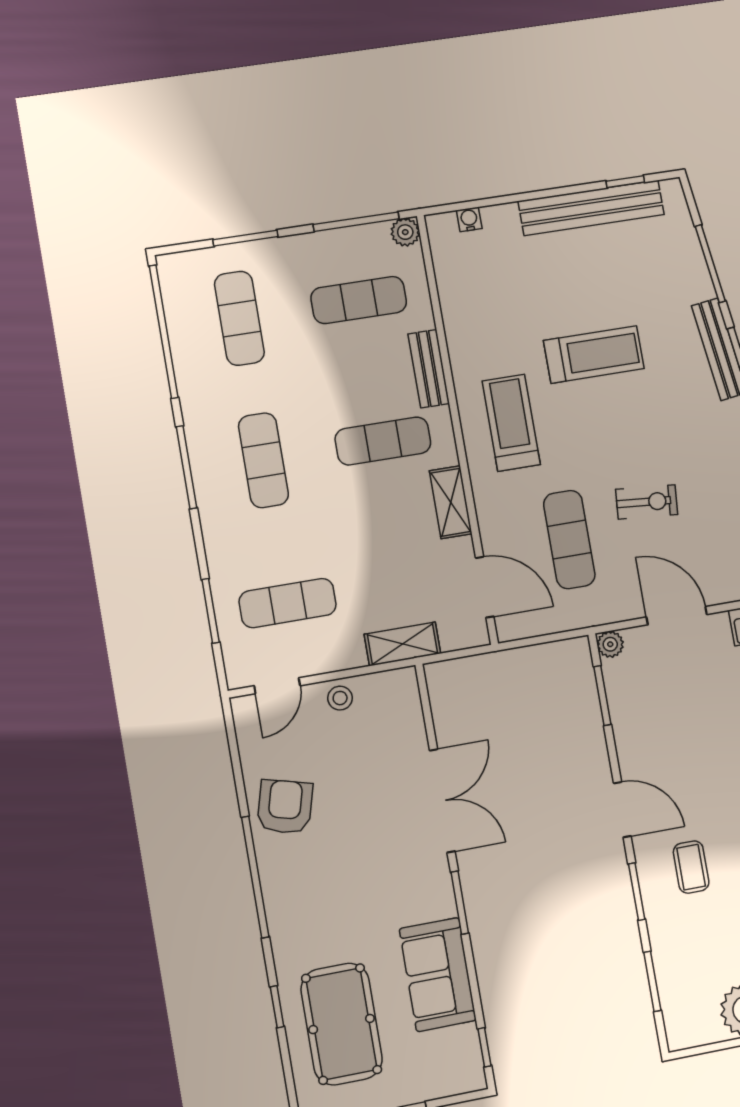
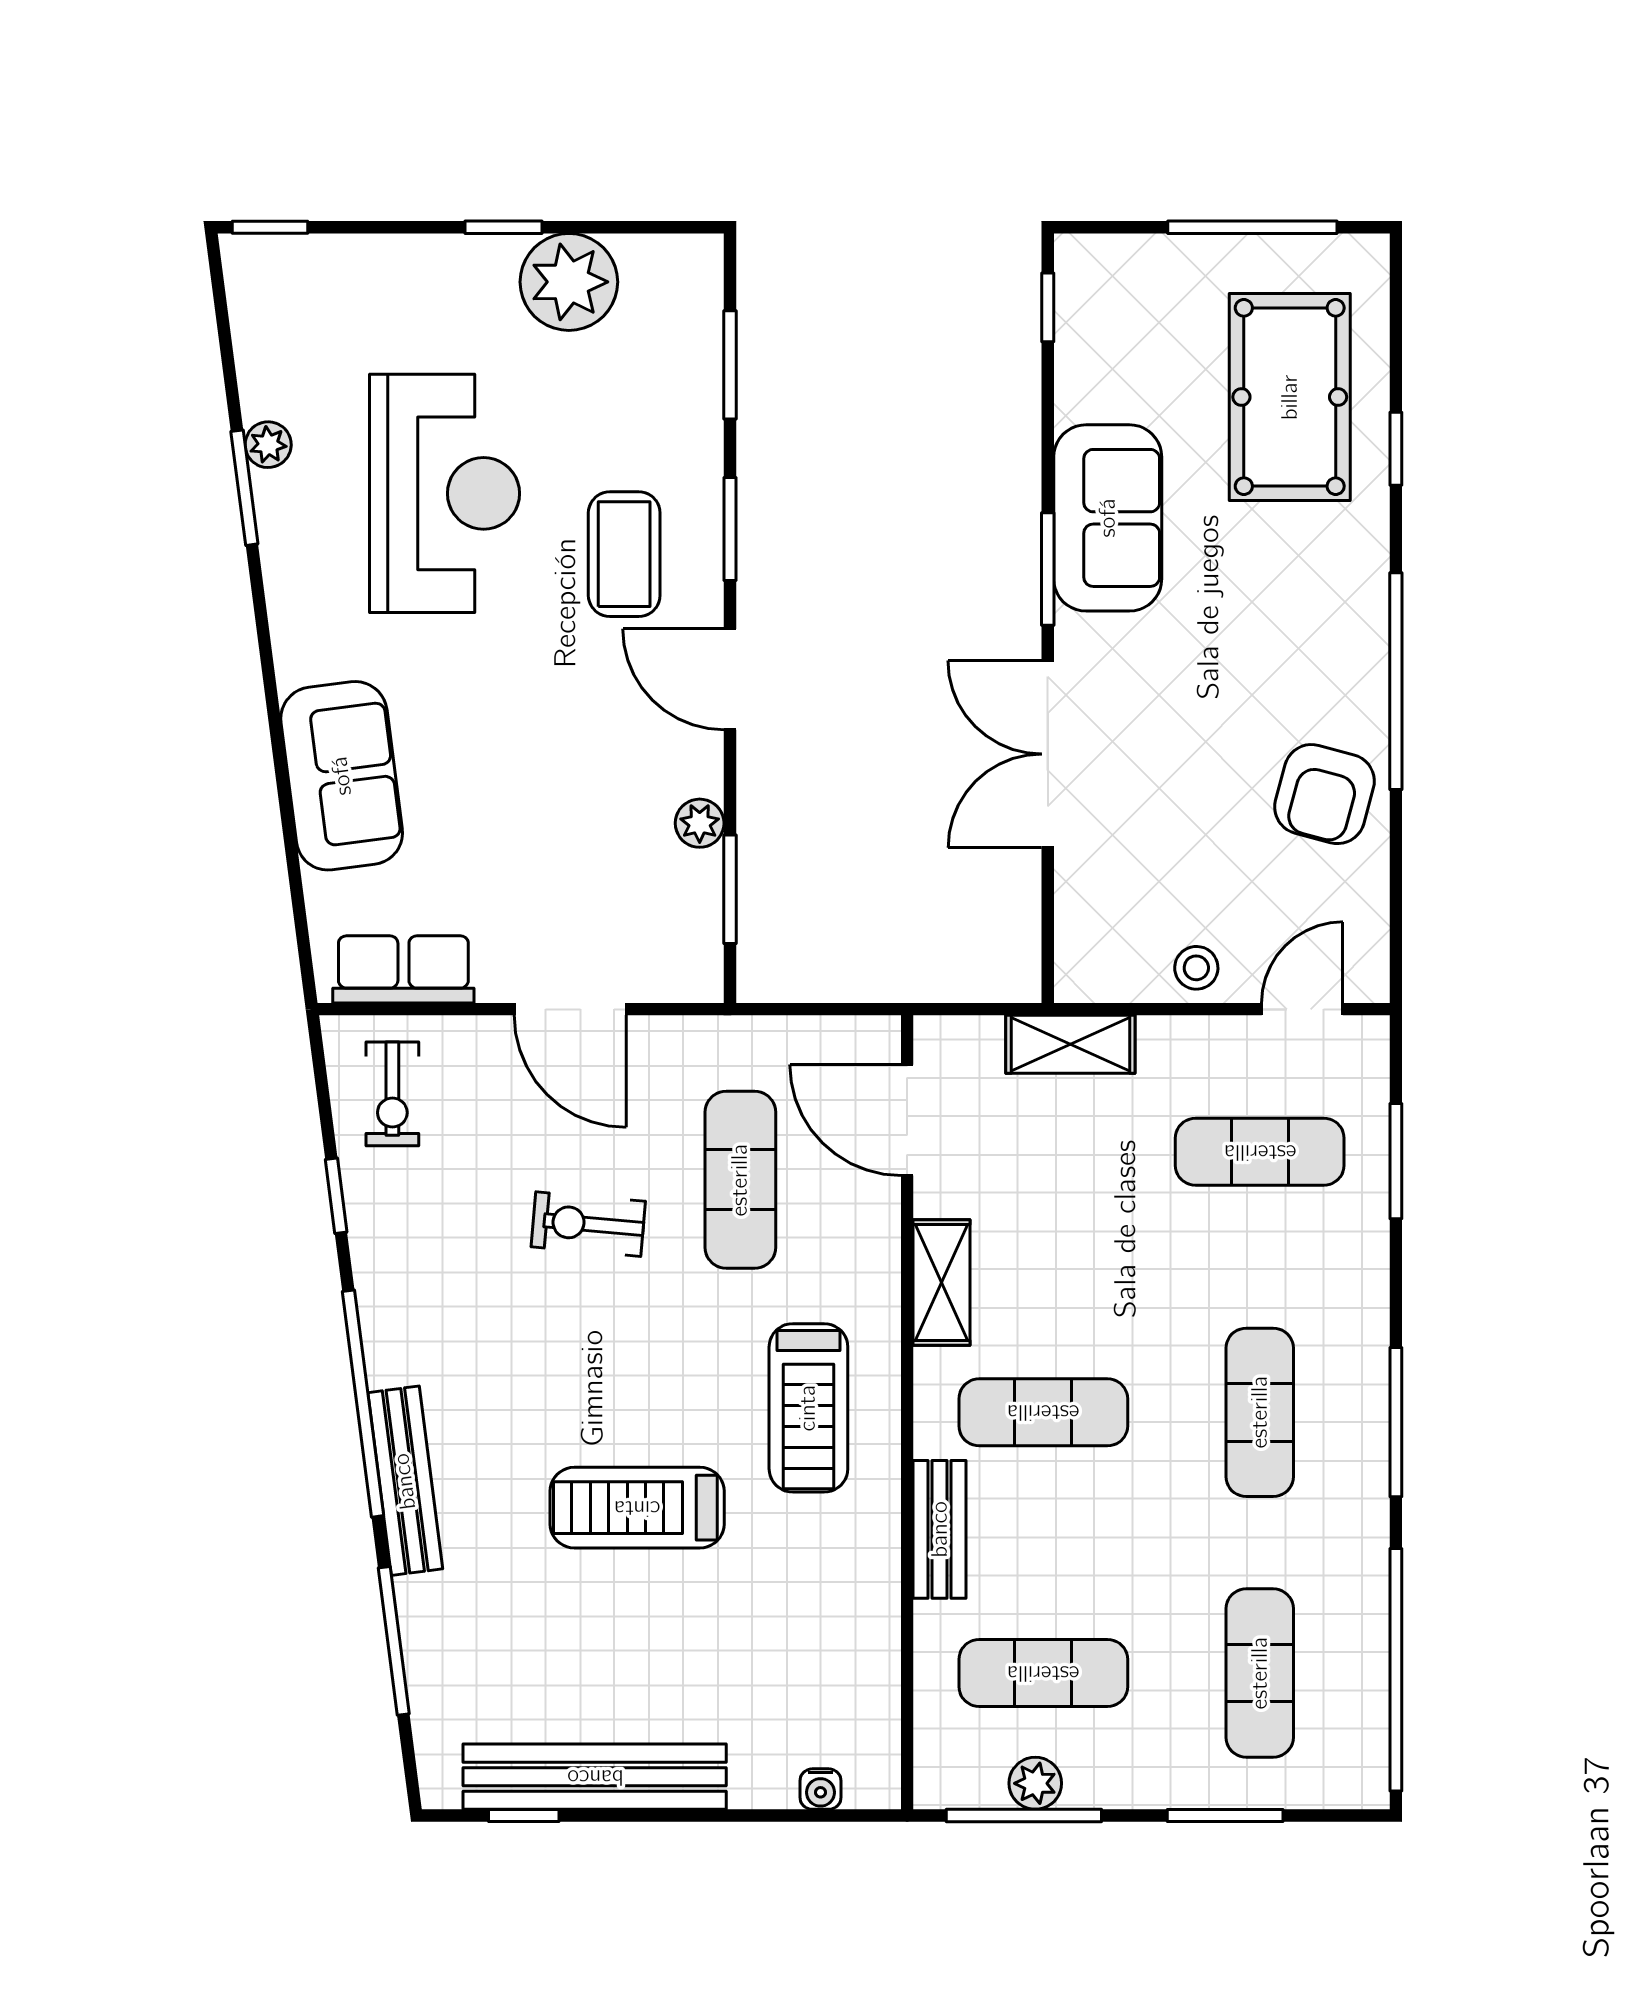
plant: (405, 232) -> (1035, 1783), moved
plant: (610, 644) -> (700, 823), moved
coffee table: (691, 867) -> (624, 554), width x1.36, depth x1.30
sofa: (438, 975) -> (1108, 518), moved

